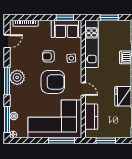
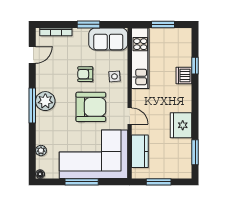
window: (65, 17) -> (89, 24), moved
window: (7, 120) -> (32, 155), removed
window: (61, 141) -> (82, 182), moved

